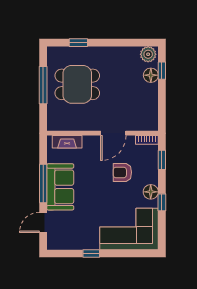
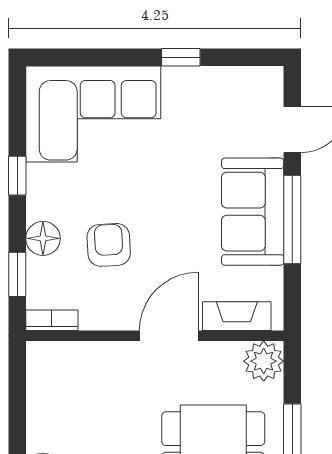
plant: (55, 122) -> (264, 361), added
door: (113, 133) -> (169, 336), moved
armchair: (122, 172) -> (109, 245), turned -93
floor lamp: (151, 192) -> (43, 238), moved

